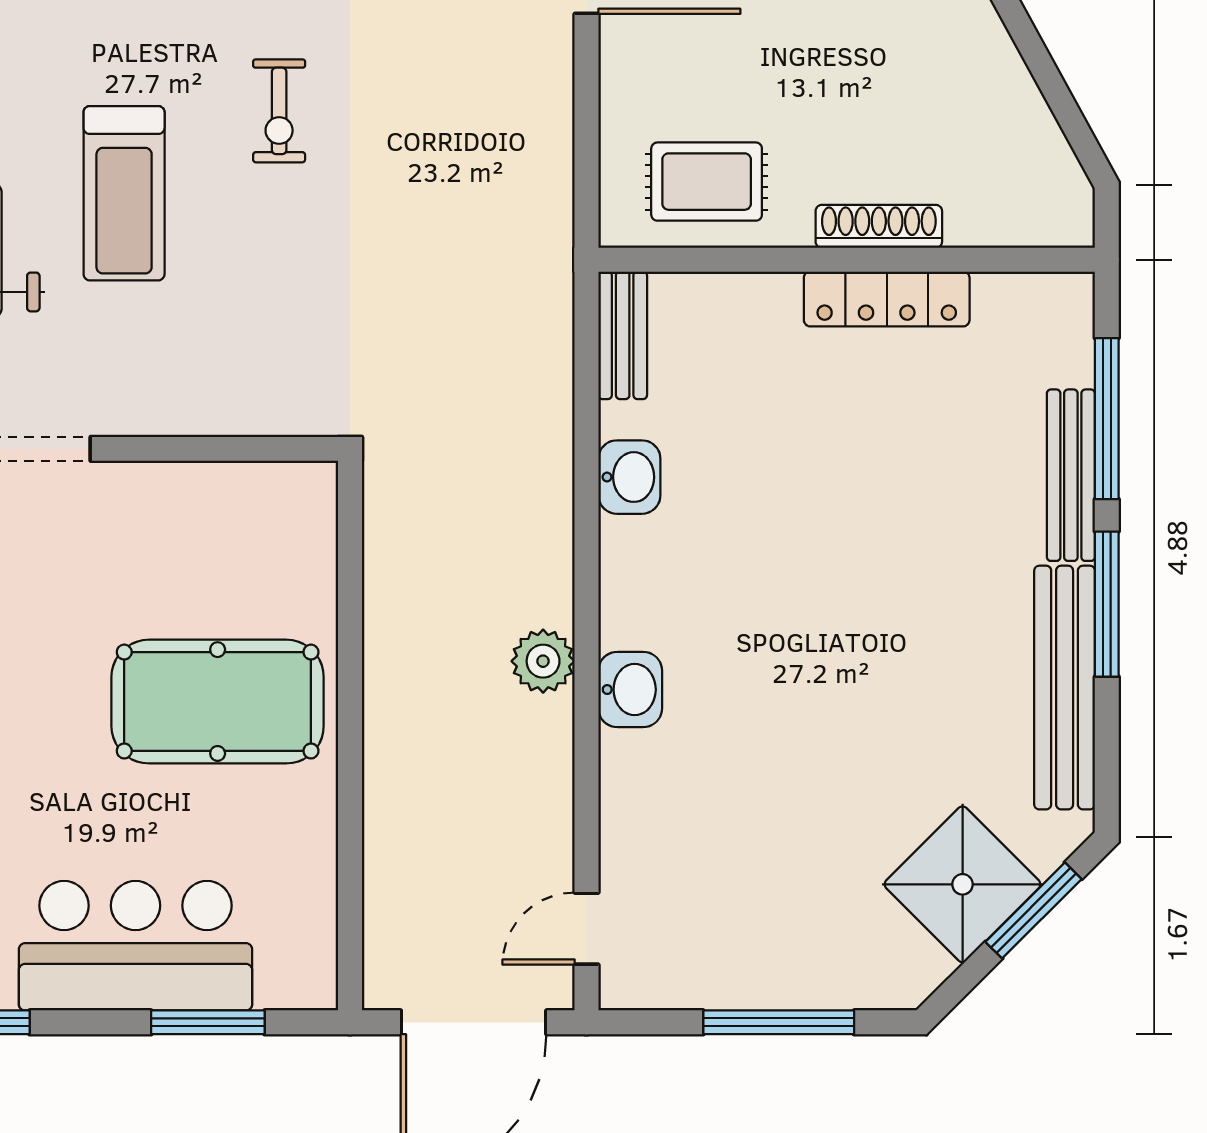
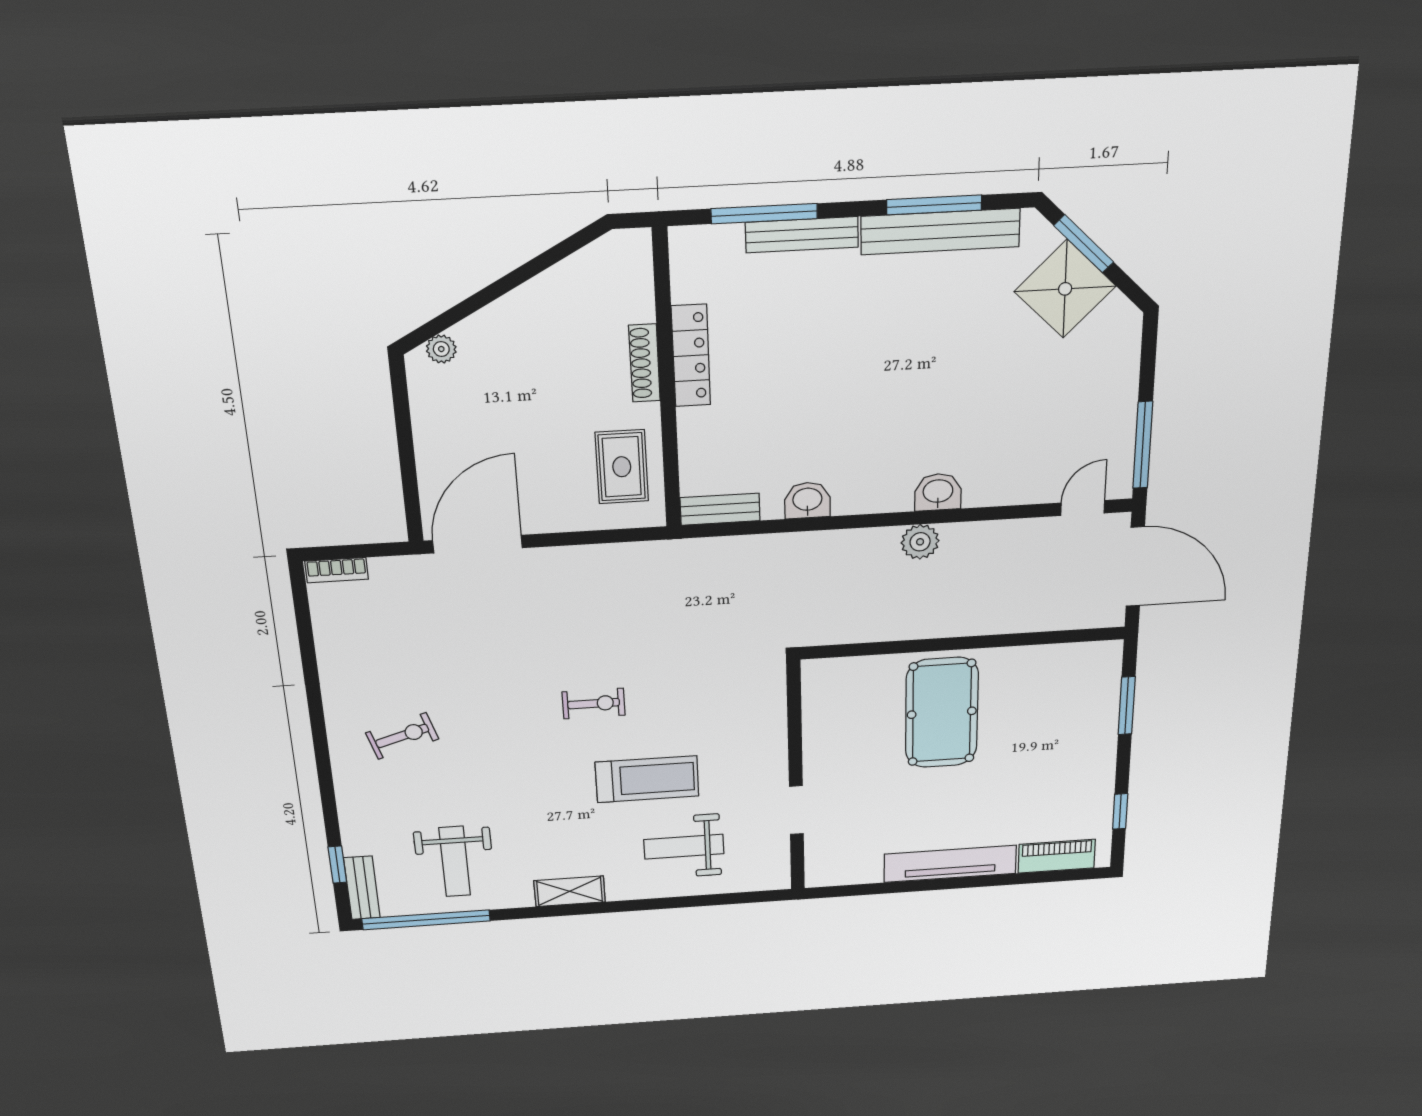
window: (1107, 604) -> (934, 205), moved
door: (586, 929) -> (1083, 508), swing flipped
bar counter: (135, 946) -> (1081, 745), removed
window: (779, 1022) -> (1143, 445), moved

